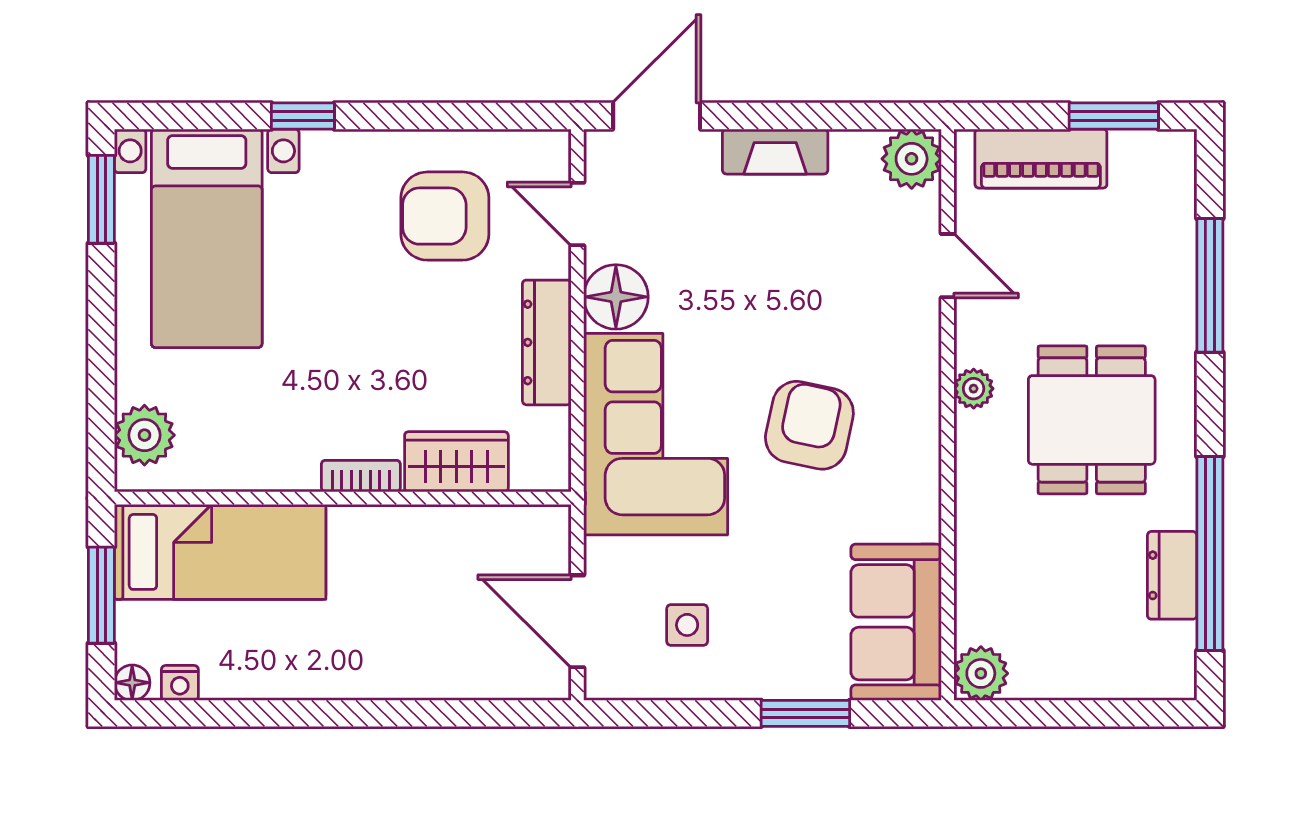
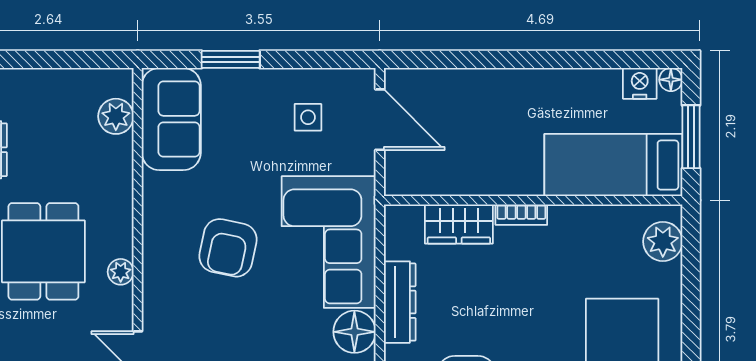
plant: (981, 673) -> (116, 116), moved
nightstand: (180, 683) -> (640, 83), width x1.39, depth x1.35

